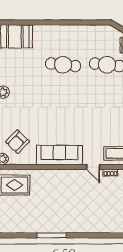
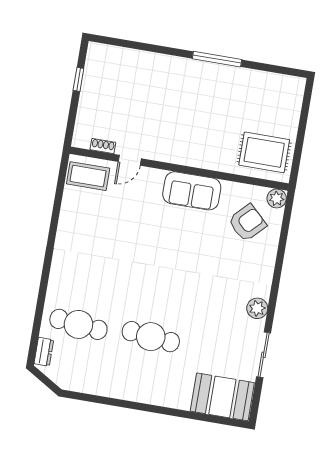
sofa: (59, 155) -> (192, 191), width x0.73
door: (93, 167) -> (130, 160), swing flipped

